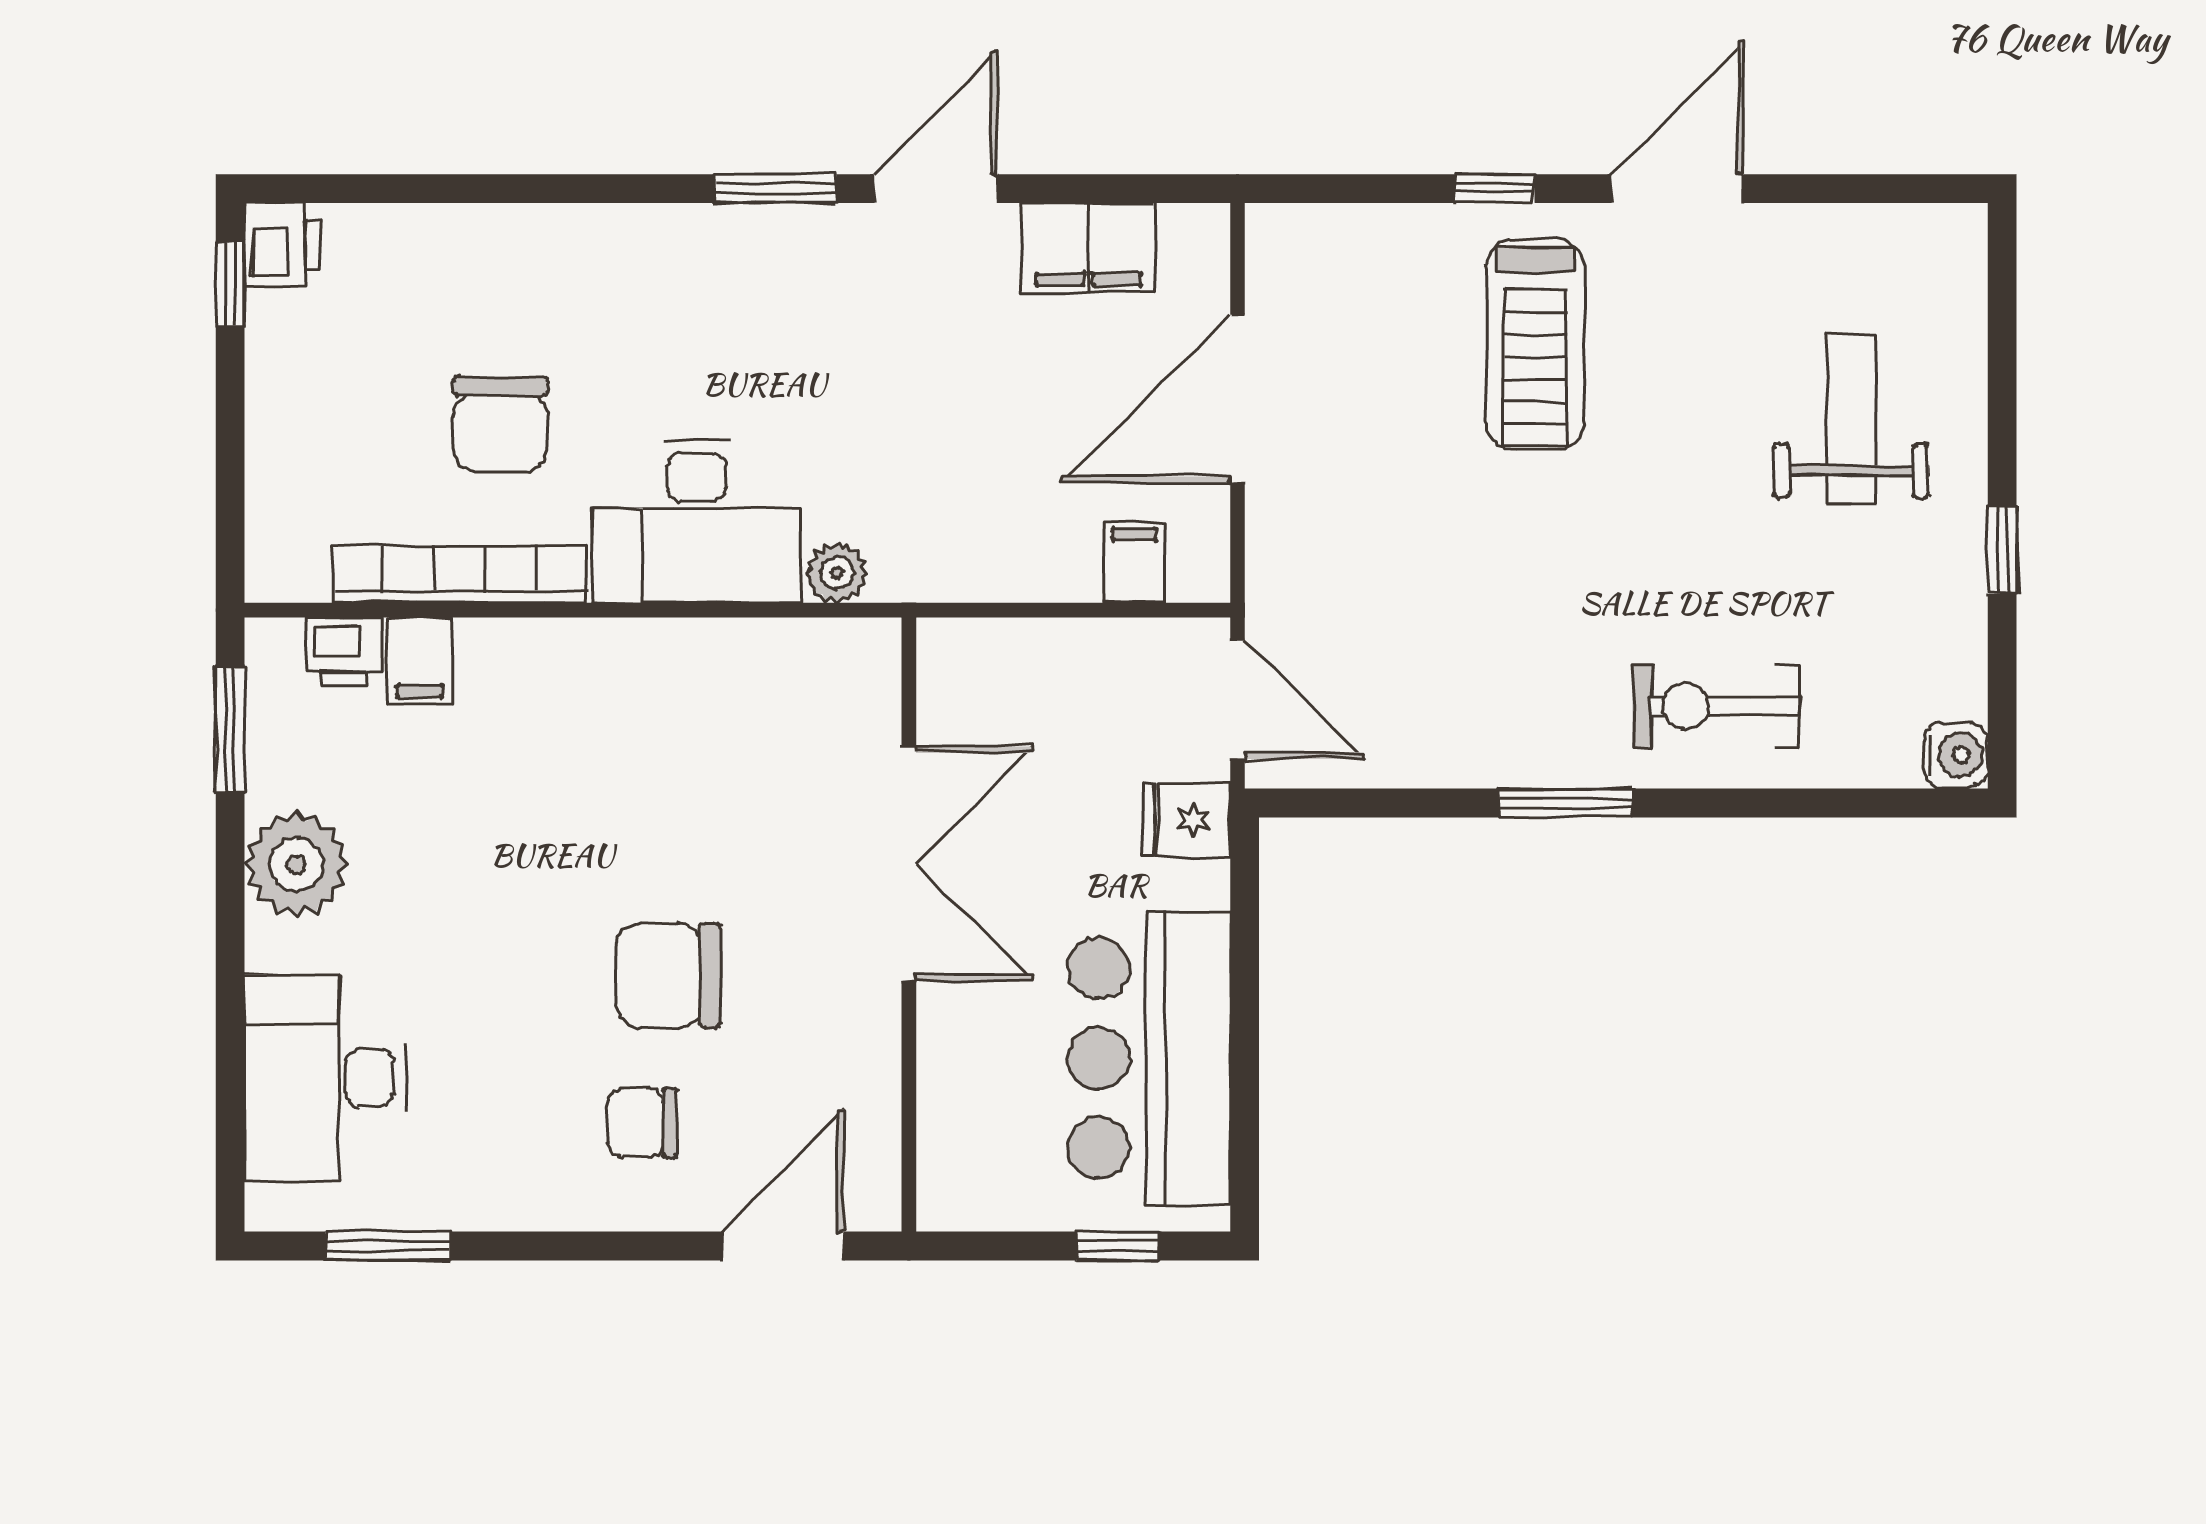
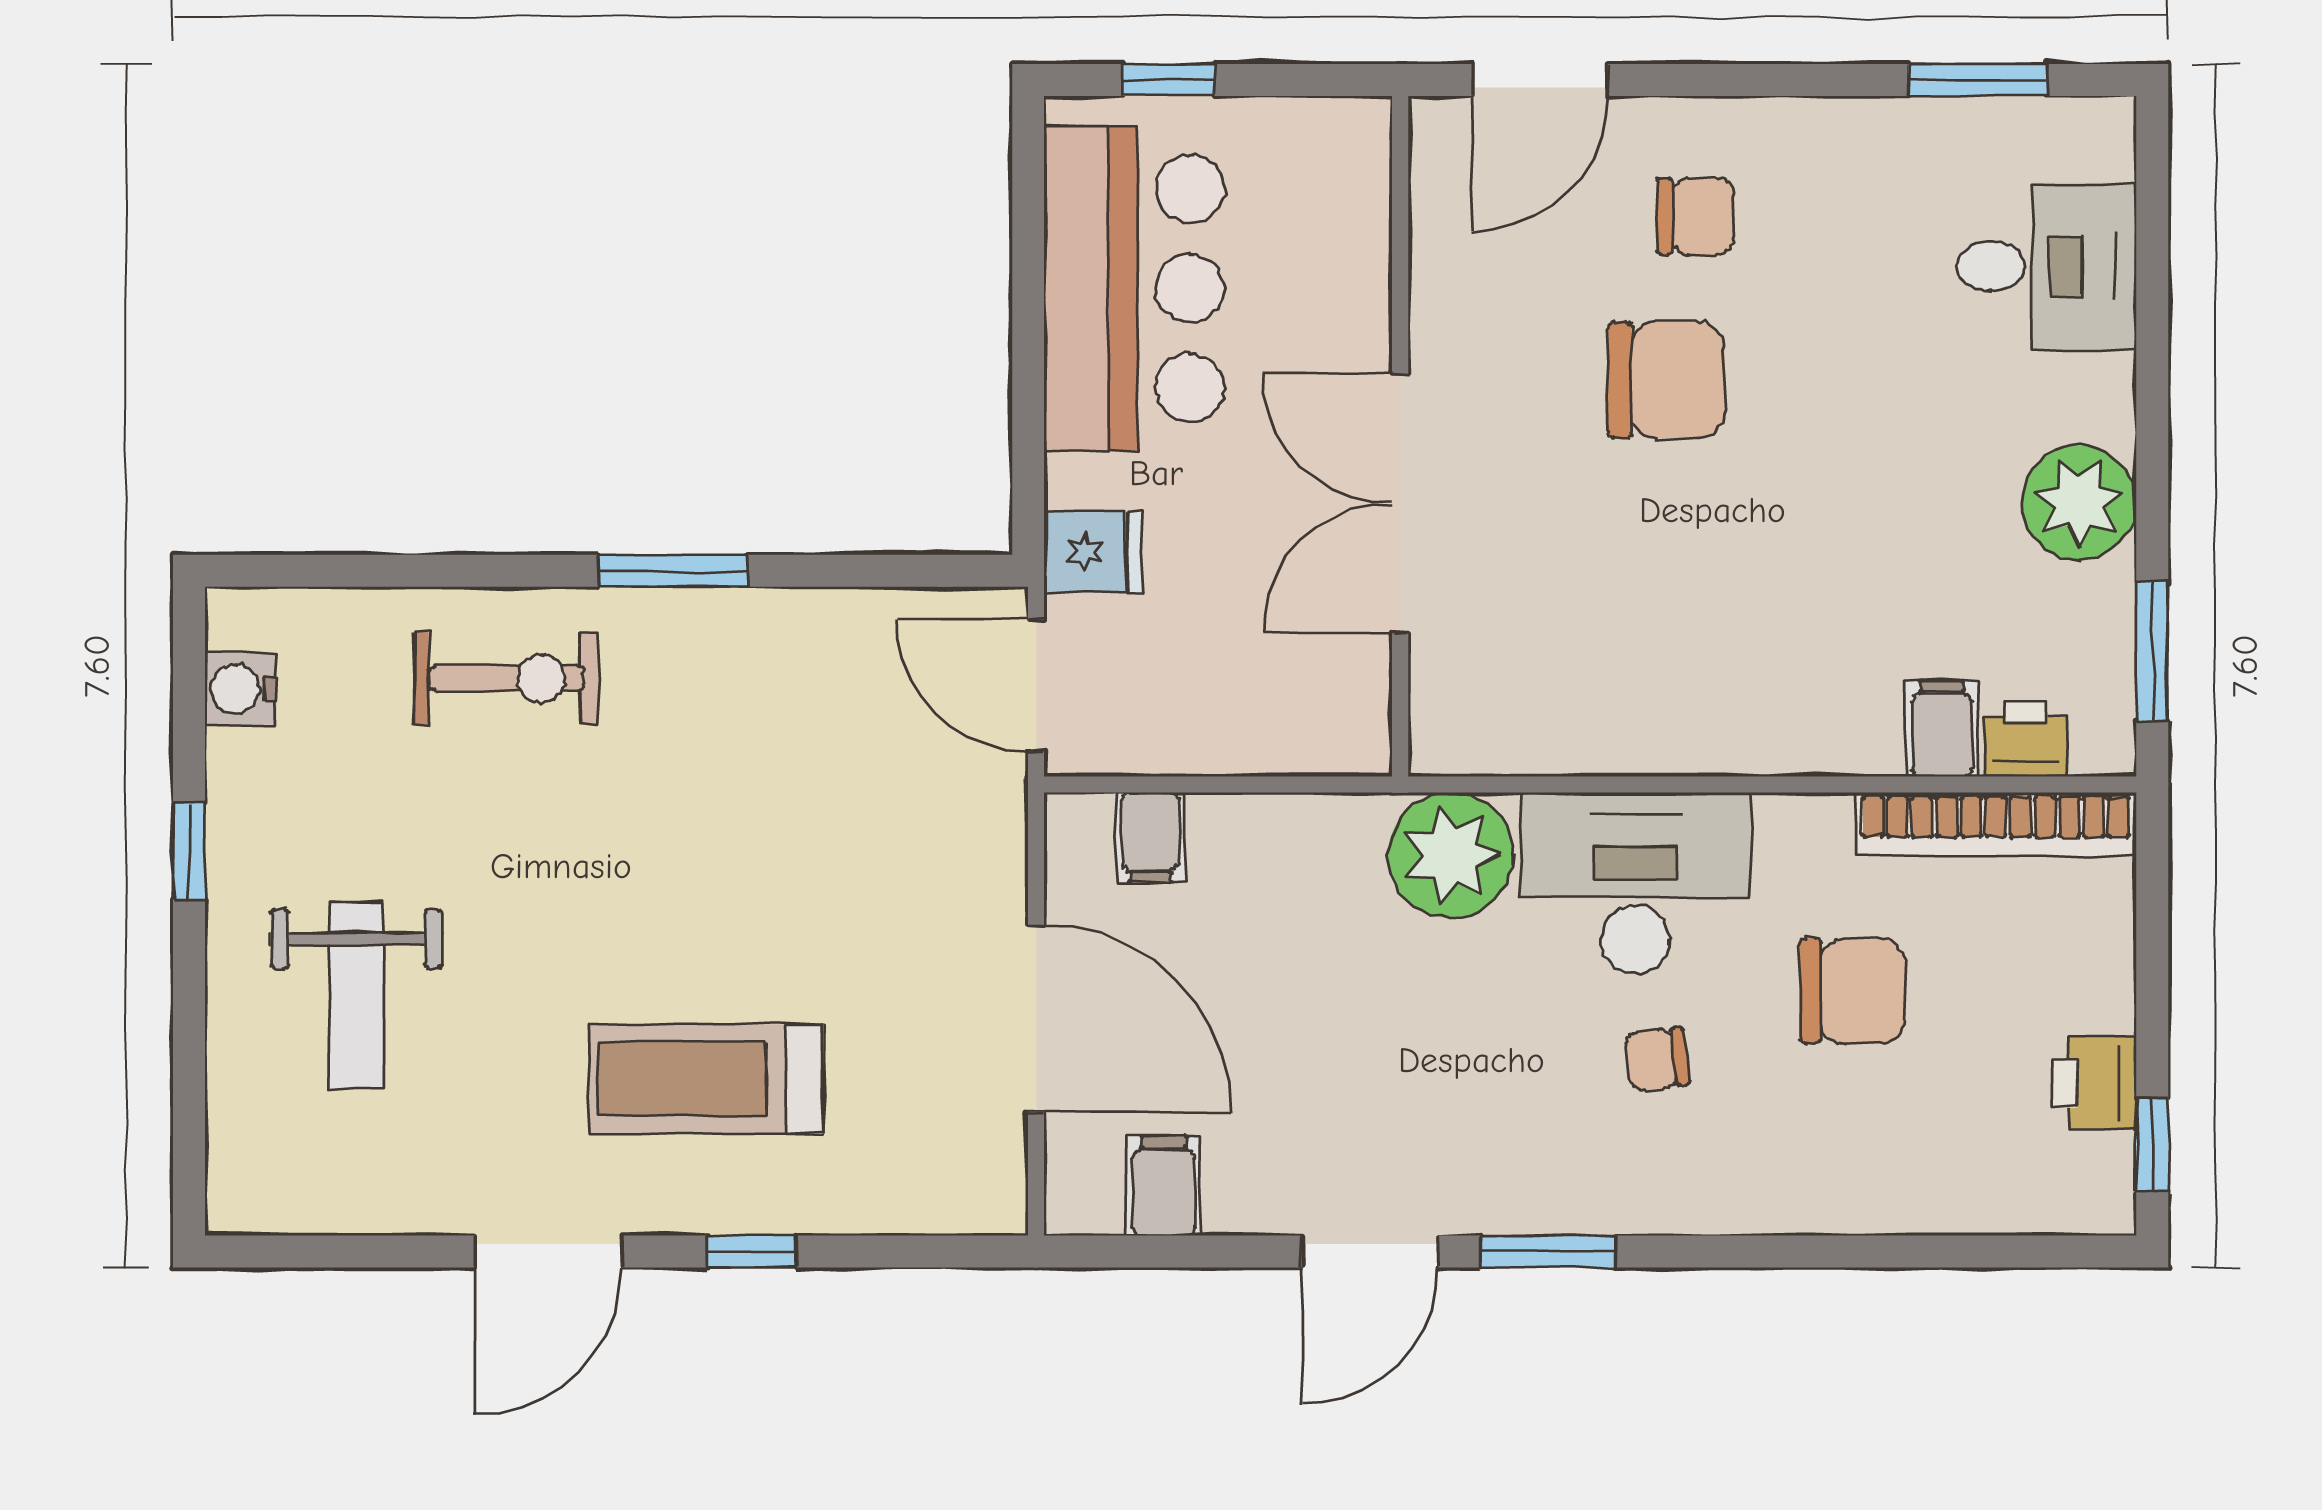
printer: (282, 245) -> (2094, 1083), moved
filing cabinet: (1088, 248) -> (1164, 1186), width x0.50
treadmill: (1536, 344) -> (706, 1079), turned -90
chair: (677, 362) -> (1657, 1059), added
door: (1238, 399) -> (1036, 1019), hinge flipped
chair: (501, 424) -> (1852, 991), turned 90
plant: (837, 573) -> (1451, 855), width x1.88, depth x1.88
bookcase: (460, 574) -> (1996, 824), moved
water cooler: (1955, 755) -> (241, 689), moved
desk: (326, 1078) -> (2046, 266), width x0.73

